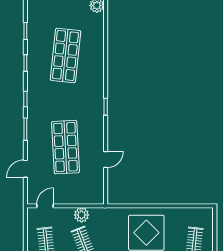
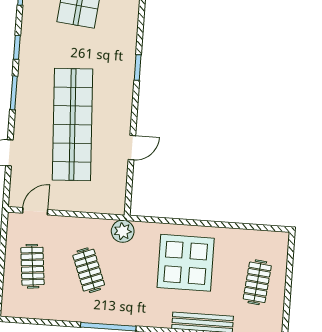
shop shelf: (65, 147) -> (72, 124), width x1.40
plant: (82, 215) -> (123, 231), moved

